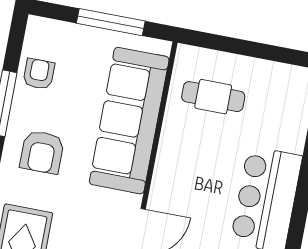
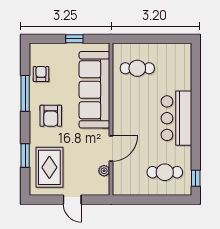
window: (111, 22) -> (74, 39), width x0.46

